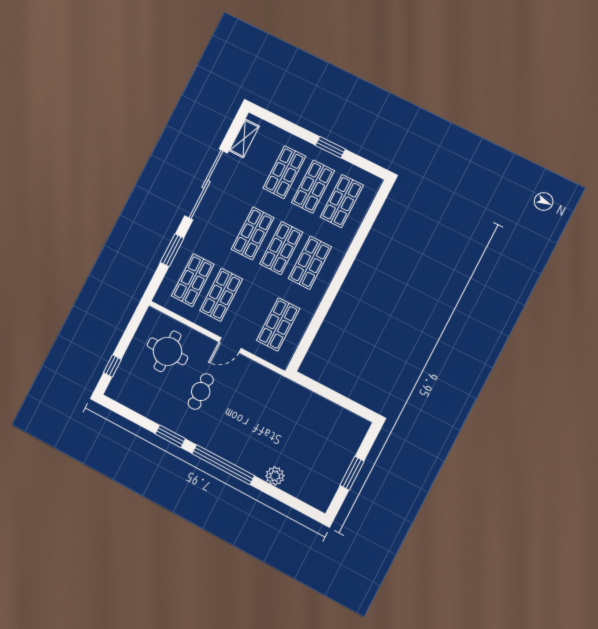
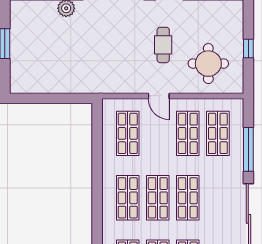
window: (172, 250) -> (248, 149), width x1.44
door: (230, 345) -> (159, 96), swing flipped
window: (112, 366) -> (248, 49), moved

